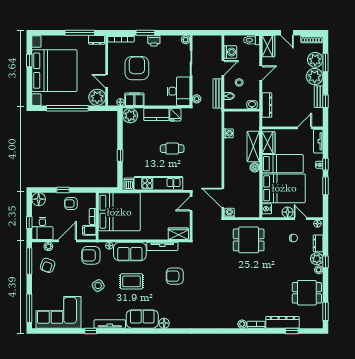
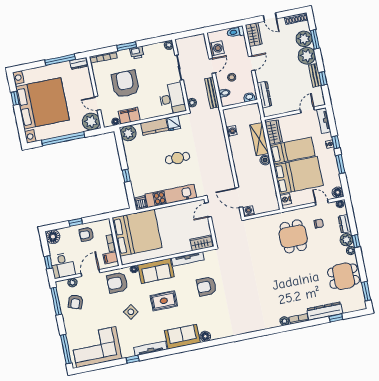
floor lamp: (288, 212) -> (338, 192), moved
dining table: (249, 240) -> (293, 236), moved, turned 90

